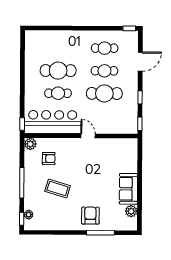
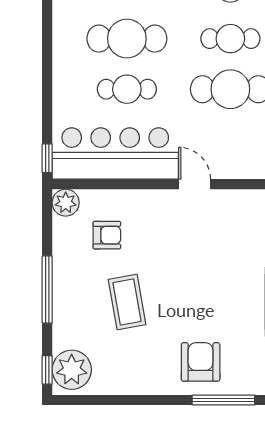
coffee table: (58, 189) -> (127, 302), turned 63
plant: (29, 215) -> (72, 370), width x1.87, depth x1.87

